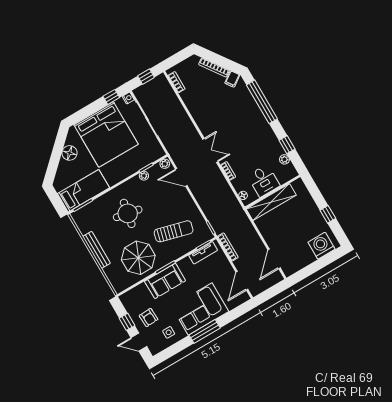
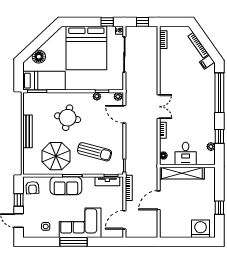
floor lamp: (70, 153) -> (39, 57), moved
door: (274, 259) -> (159, 200), moved
armchair: (149, 317) -> (32, 188), moved

